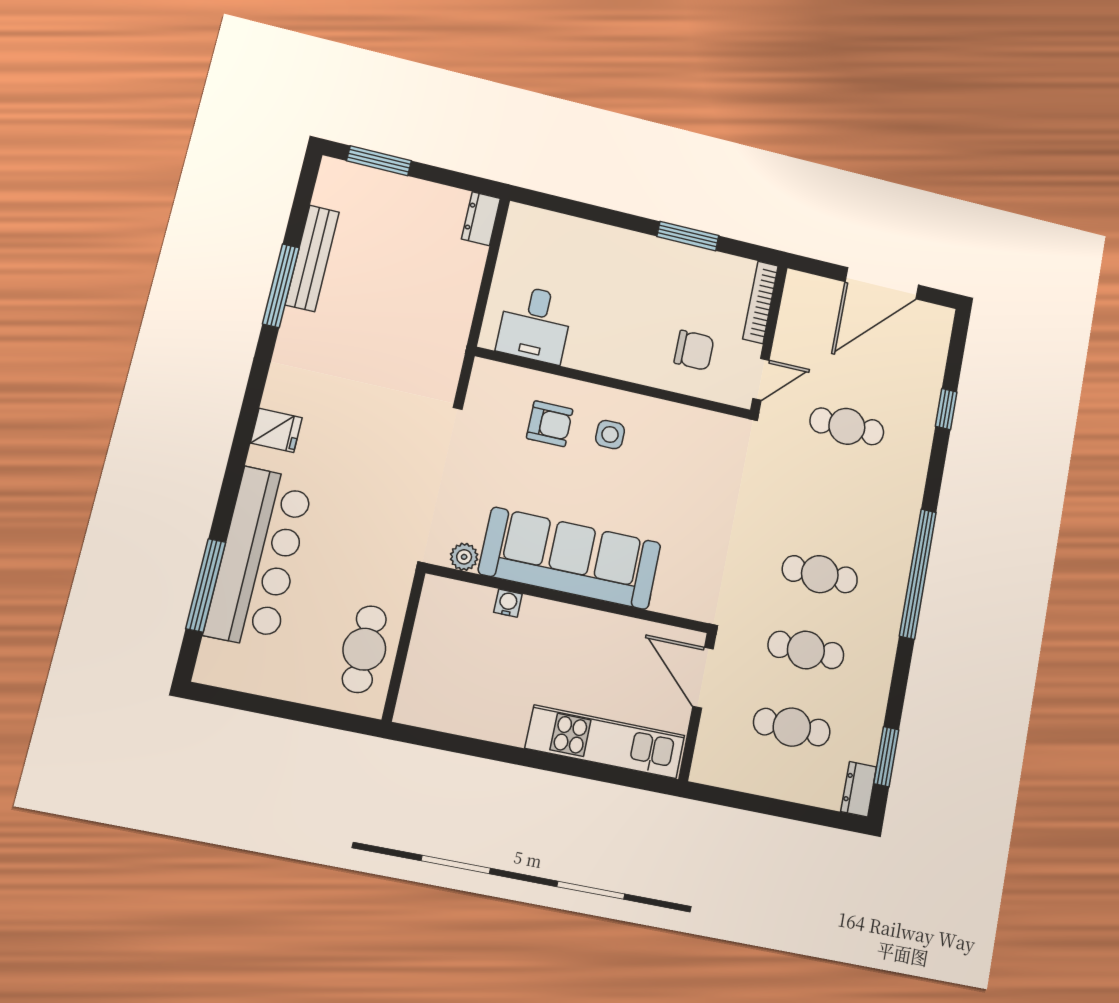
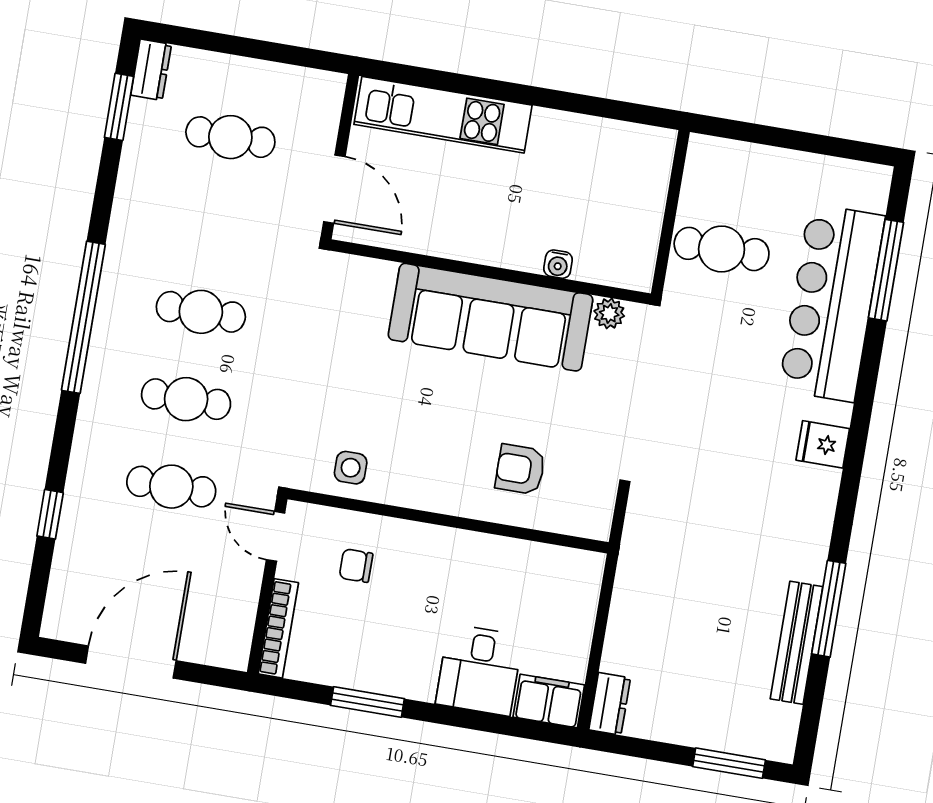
filing cabinet: (534, 225) -> (549, 701), added
desk: (535, 324) -> (479, 670), moved, turned 180
chair: (694, 350) -> (356, 566), width x0.73, depth x0.73
door: (761, 379) -> (276, 536), hinge flipped
side table: (610, 435) -> (351, 468), moved
cafe table: (364, 649) -> (722, 249), moved, turned 90
cafe table: (806, 650) -> (186, 399), moved

